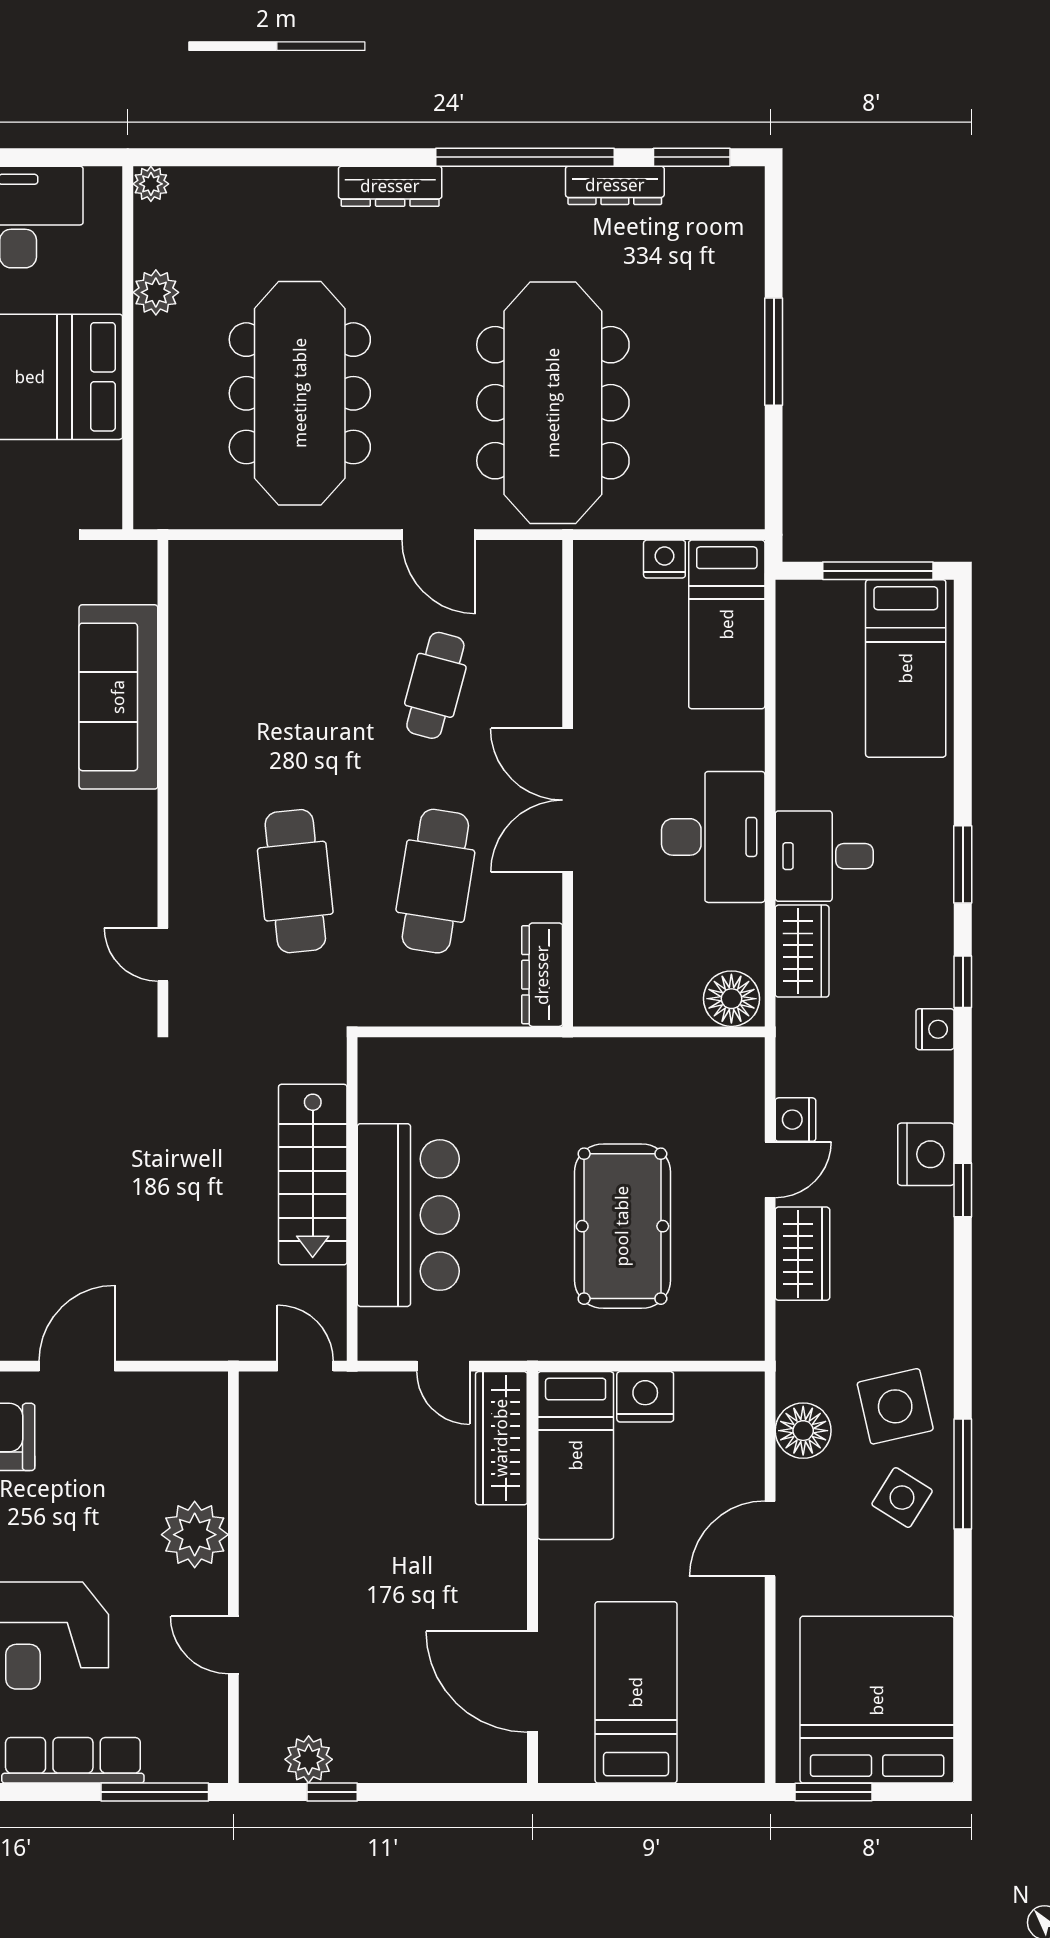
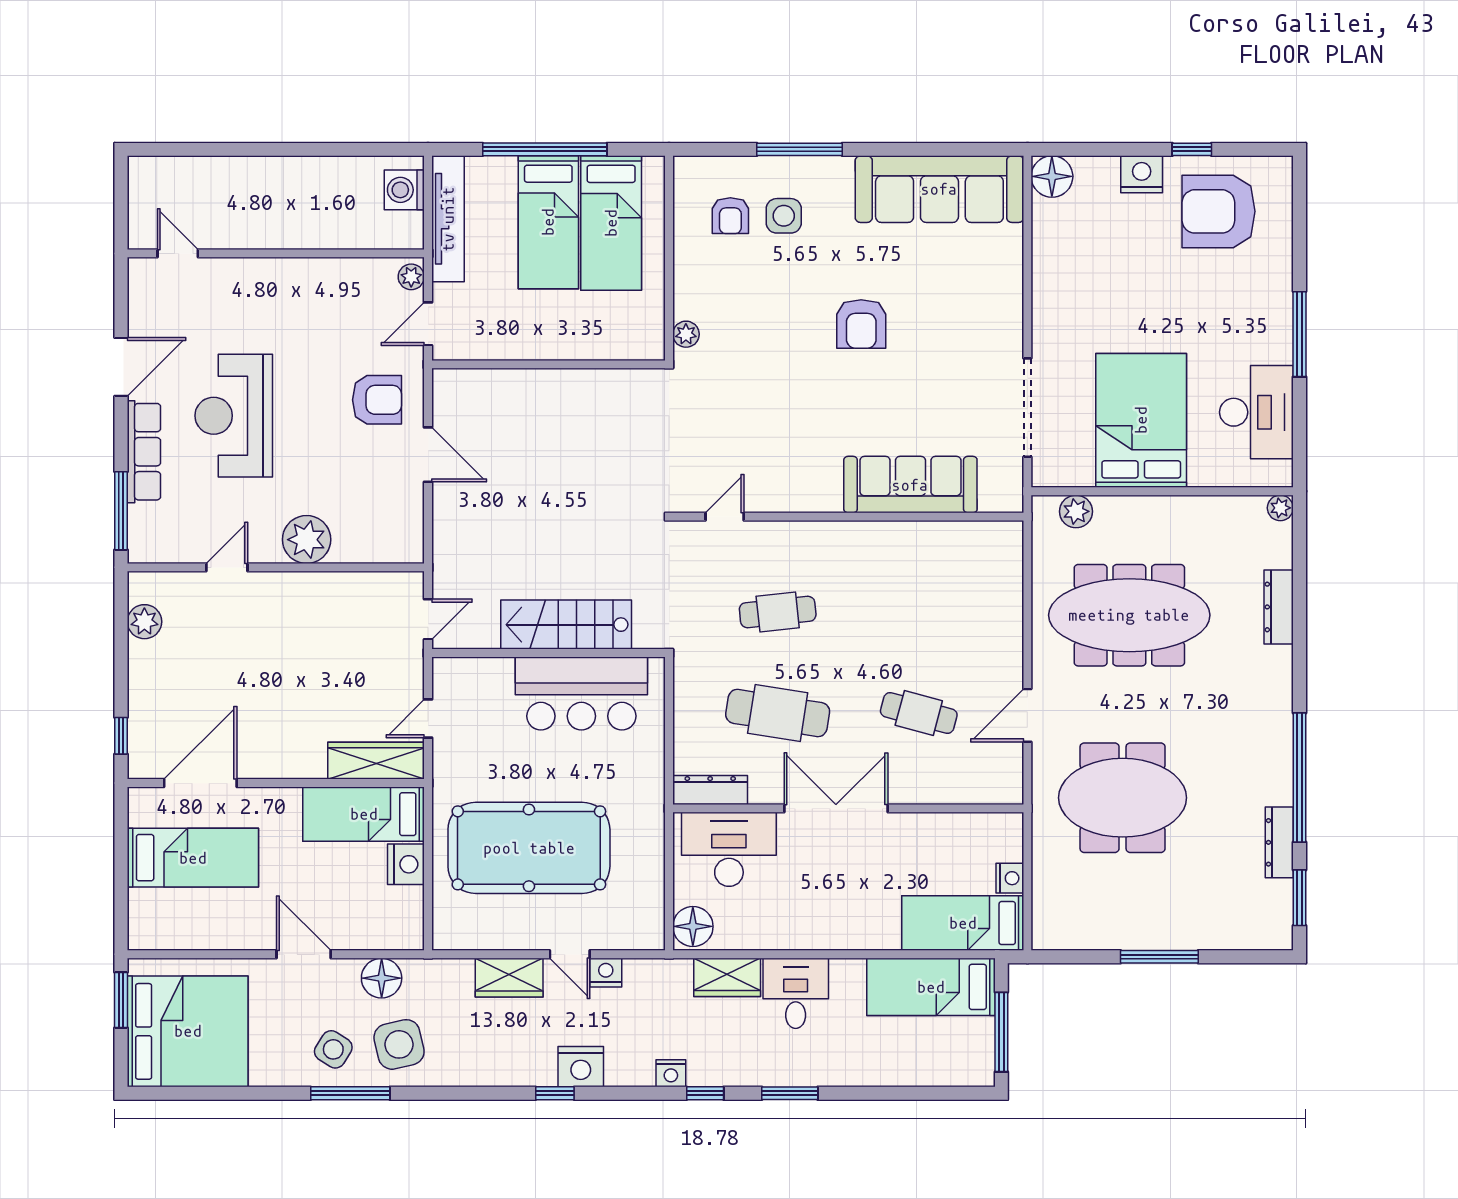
dresser: (390, 186) -> (1279, 607), moved
plant: (156, 292) -> (1076, 511), moved
meeting table: (553, 403) -> (1123, 798), width x0.73
bed: (906, 668) -> (931, 987), moved
desk: (713, 837) -> (729, 849), moved, turned 180
cafe table: (295, 881) -> (778, 612), width x0.73, depth x0.74
bar counter: (408, 1215) -> (581, 693), moved
pool table: (622, 1226) -> (529, 848), width x1.36, depth x1.32
window: (332, 1792) -> (121, 736), moved

